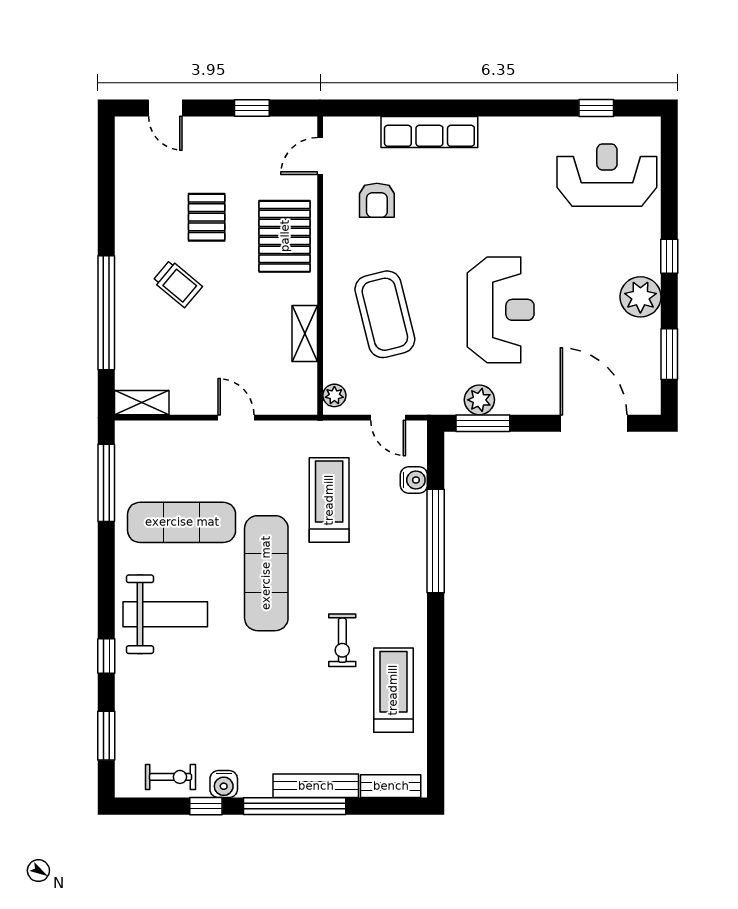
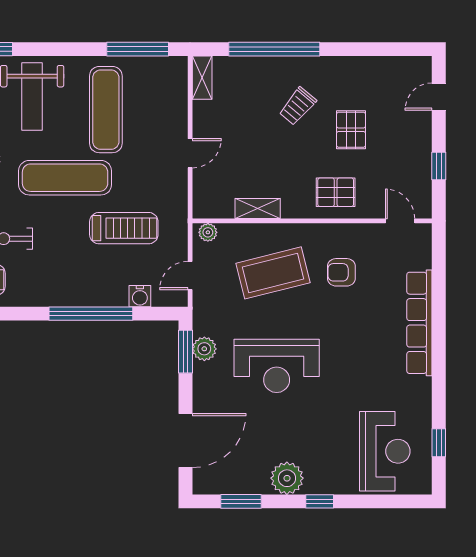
row of seats: (429, 132) -> (419, 323), width x1.36
armchair: (377, 200) -> (341, 272), moved
pallet: (207, 217) -> (351, 130), turned 90
pallet: (285, 236) -> (336, 192), width x0.67, depth x0.71

